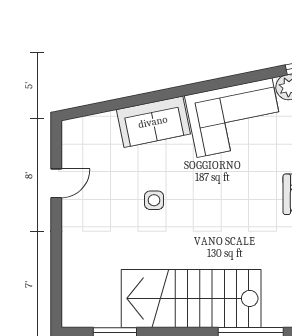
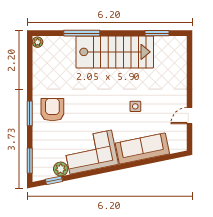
sofa: (153, 122) -> (142, 149), width x1.36

